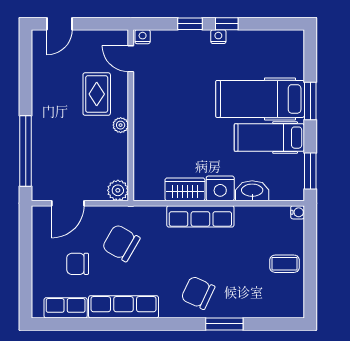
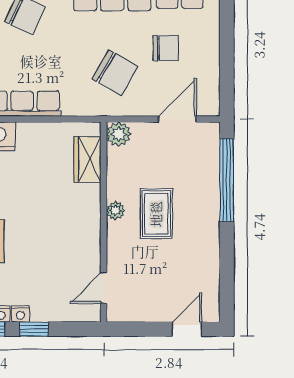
nightstand: (143, 37) -> (20, 314), moved
door: (131, 59) -> (104, 288), swing flipped
rug: (97, 94) -> (156, 214), moved
wardrobe: (185, 189) -> (87, 160), moved, turned 90

